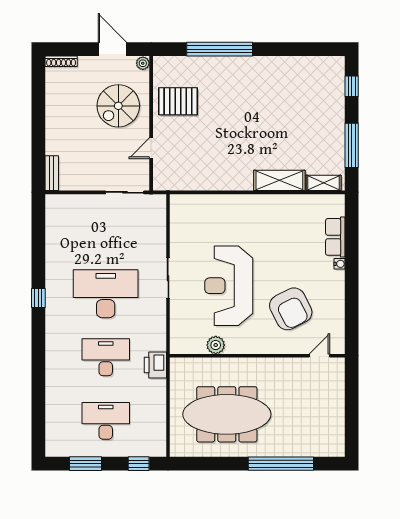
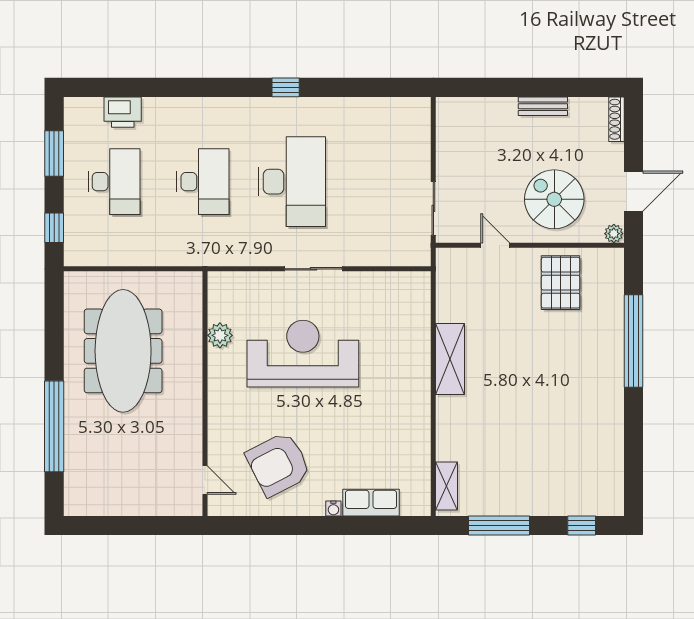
bench: (52, 173) -> (543, 106), moved
shelving: (279, 180) -> (450, 359), moved
armchair: (291, 309) -> (278, 464), moved
printer: (155, 365) -> (123, 112), moved, turned 180

